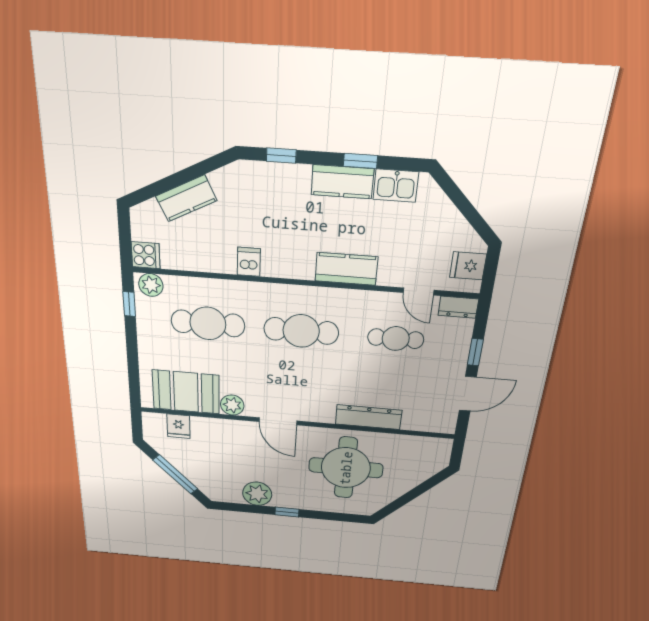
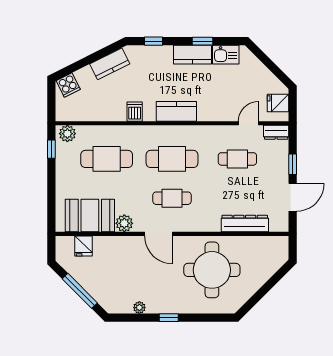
kitchen counter: (186, 198) -> (110, 64), moved
cooker: (146, 255) -> (68, 85), moved, turned 63
kitchen counter: (346, 269) -> (176, 111), moved
door: (419, 291) -> (249, 123), swing flipped
cafe table: (298, 381) -> (172, 198), added
dresser: (368, 417) -> (245, 224), moved
plant: (257, 494) -> (139, 308), width x0.53, depth x0.53

